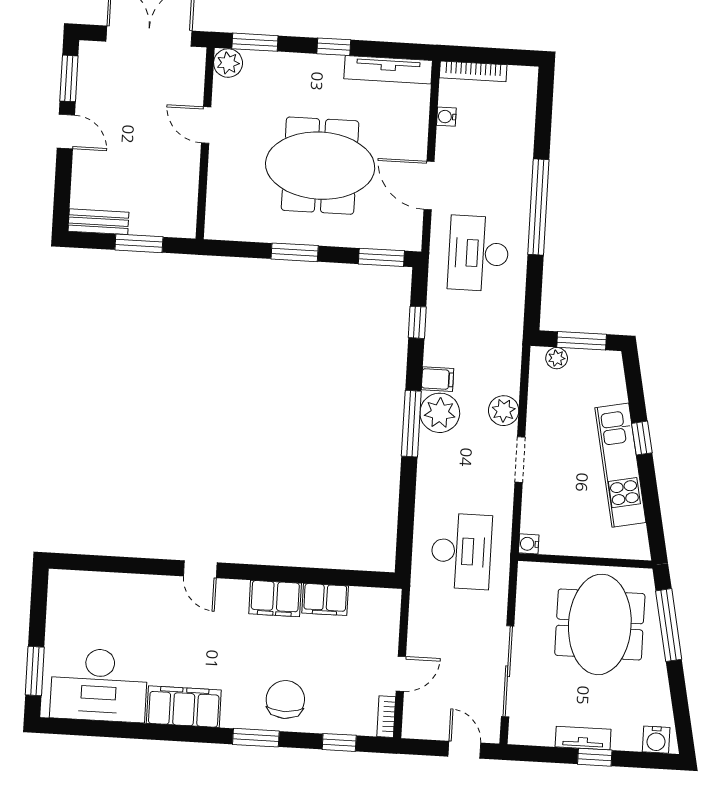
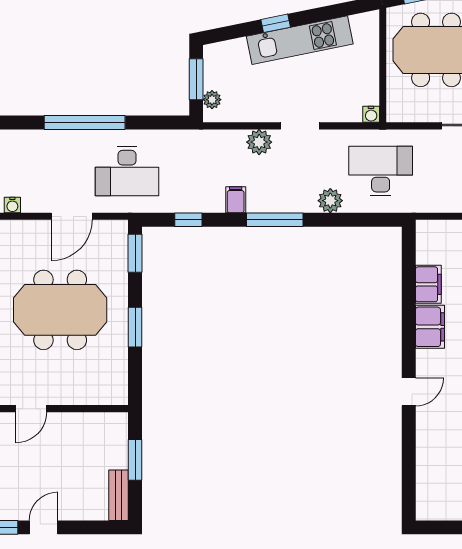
meeting table: (320, 166) -> (60, 310), turned 90
plant: (440, 413) -> (330, 201), moved, width x0.73, depth x0.73

